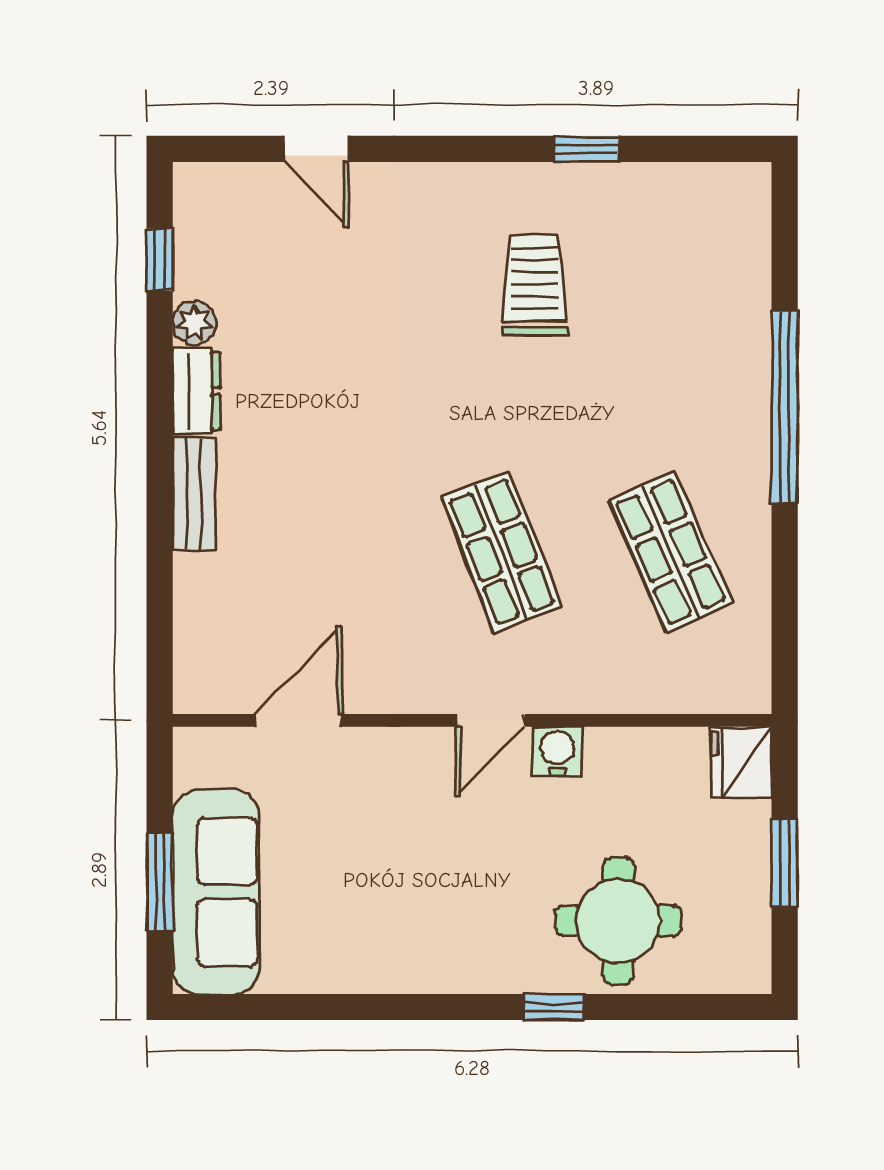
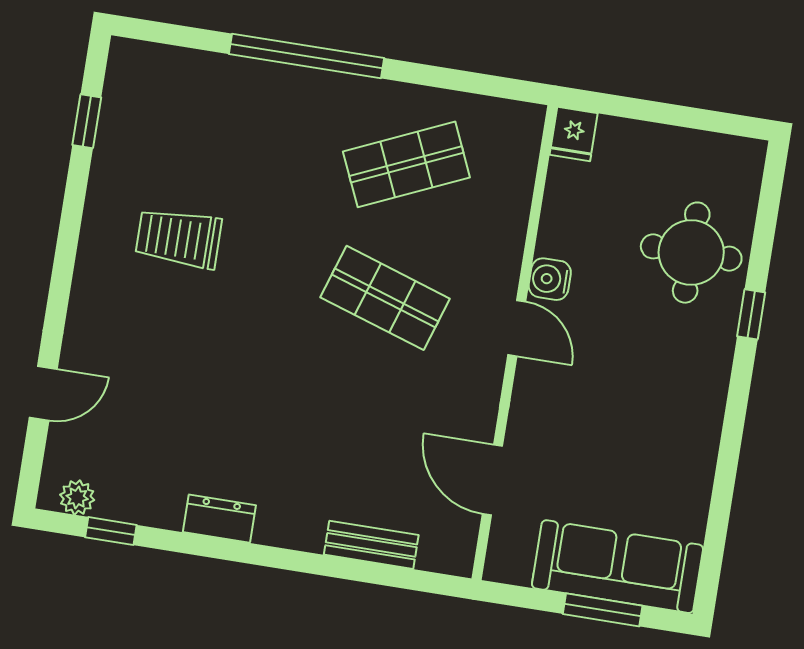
window: (587, 149) -> (87, 121), moved
plant: (195, 323) -> (77, 497), moved
bench: (194, 494) -> (371, 545), moved
shop shelf: (502, 552) -> (385, 298), turned 39
fridge: (741, 762) -> (574, 134), width x0.72
window: (785, 863) -> (666, 114), removed

